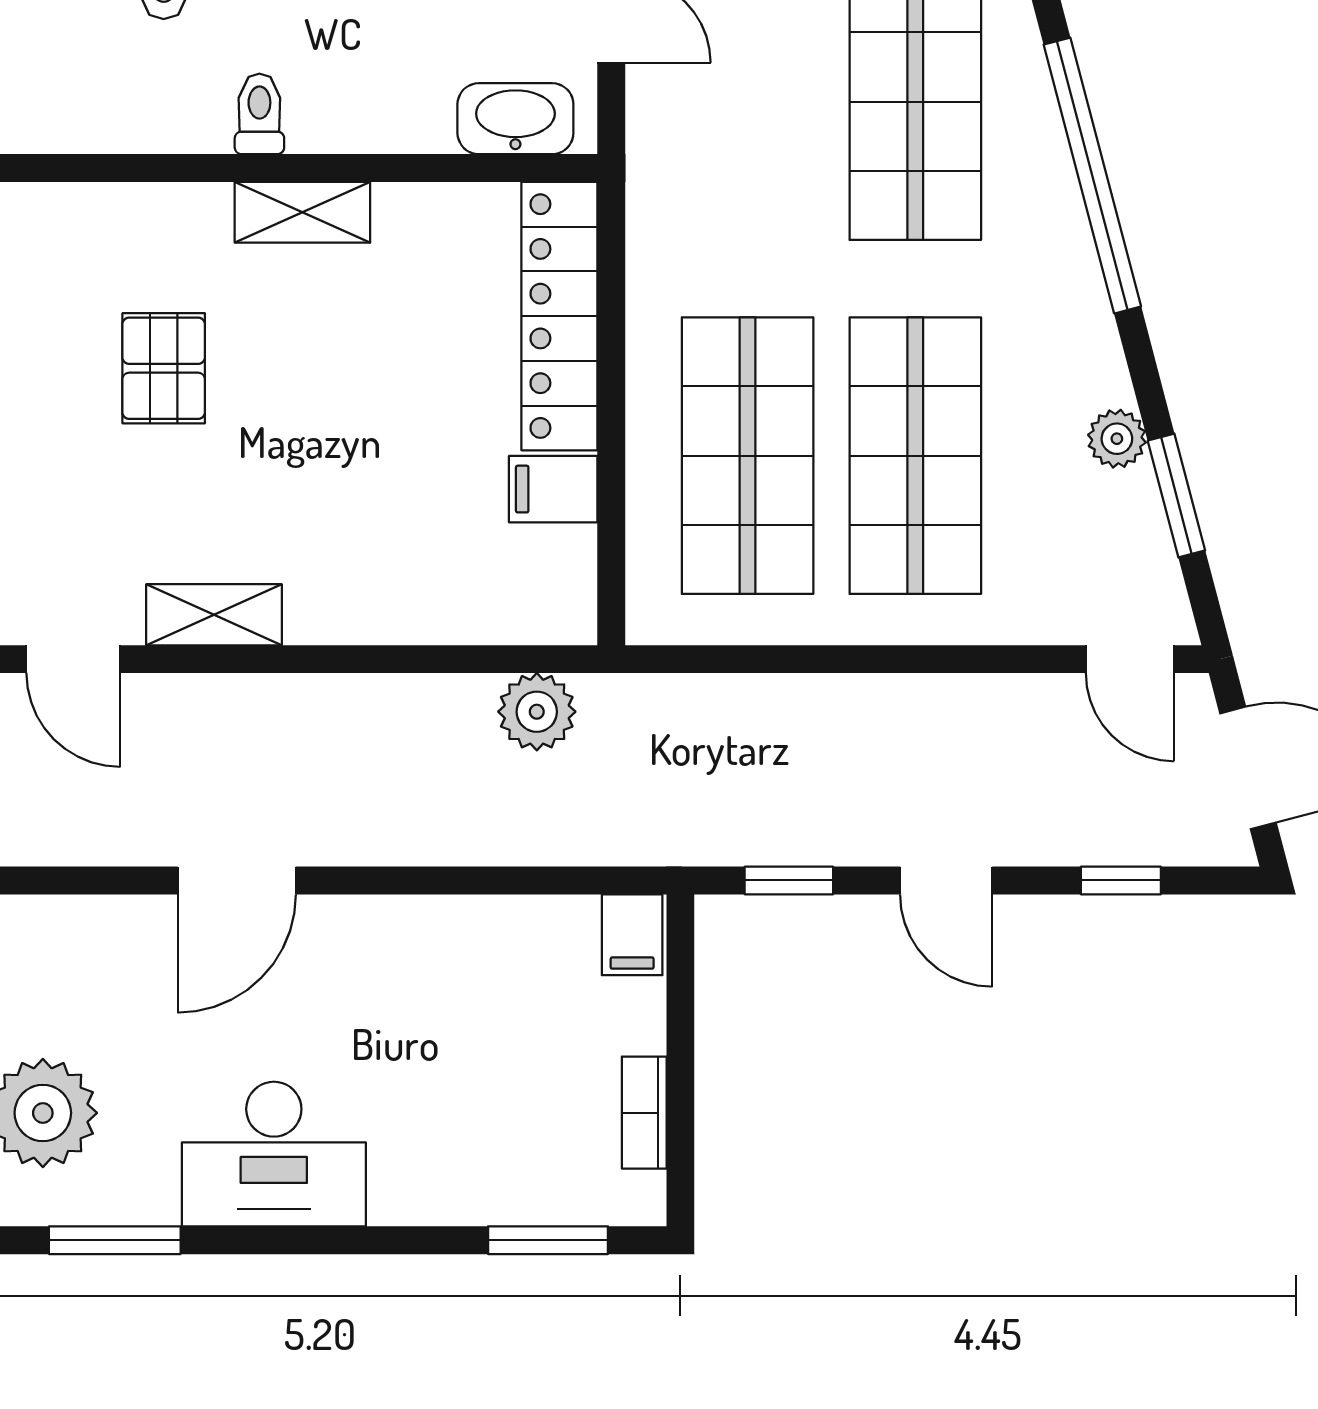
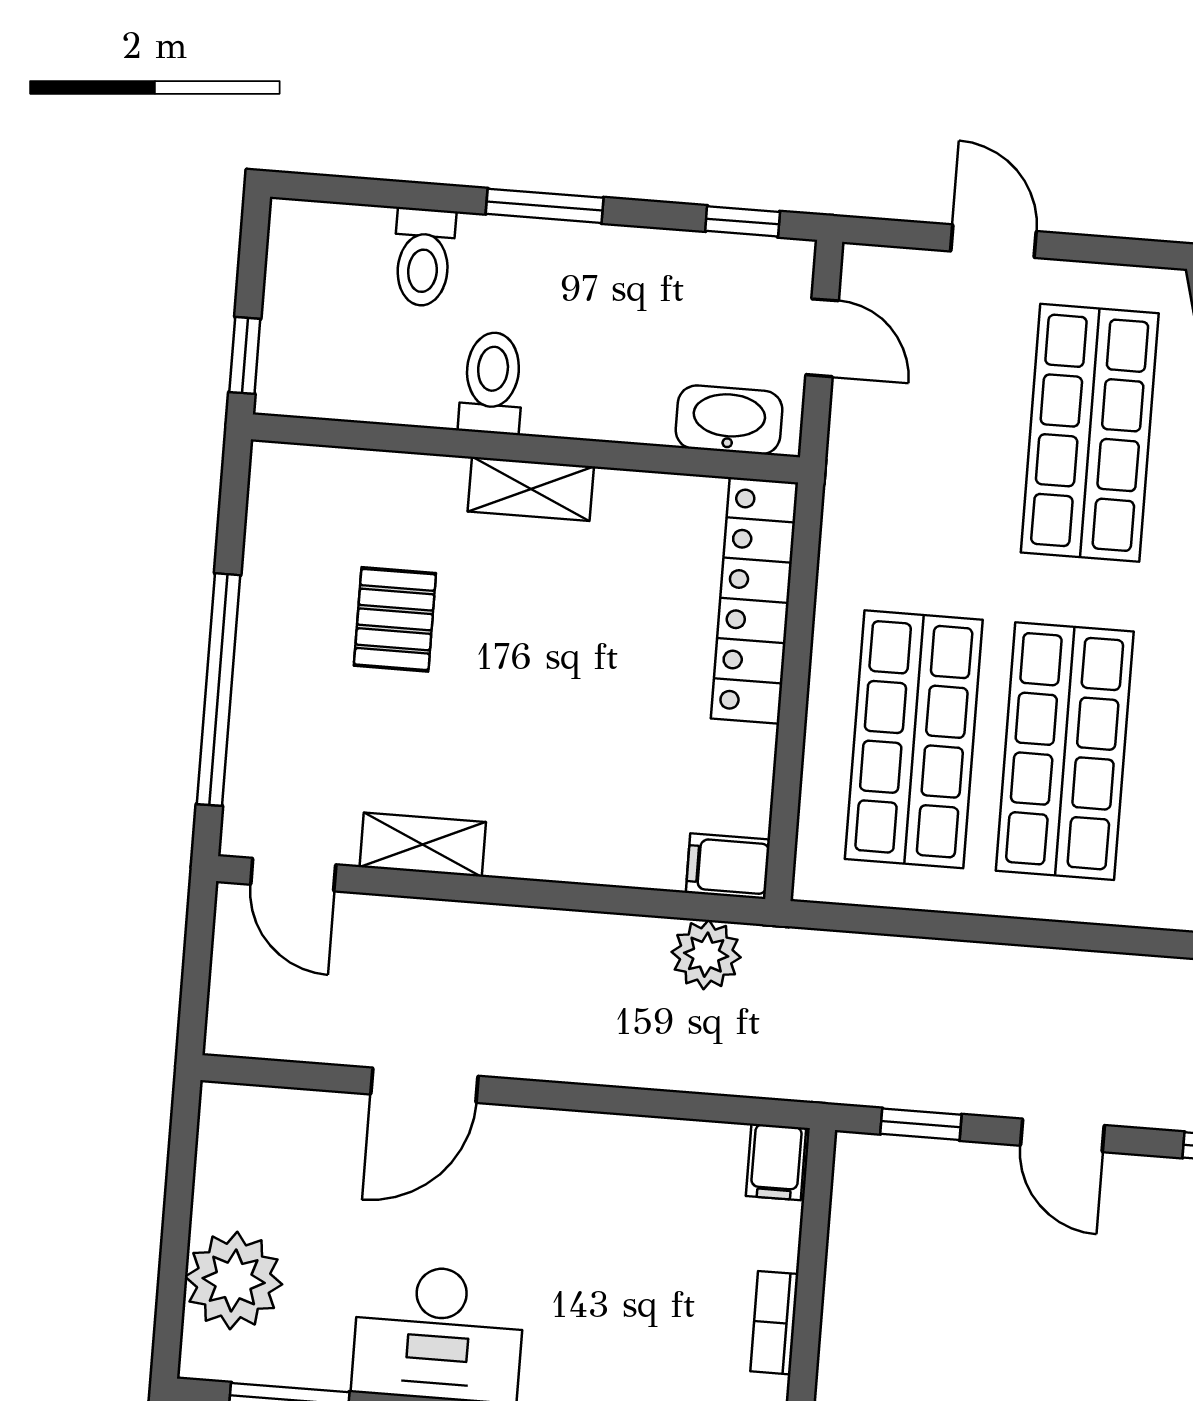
toilet: (259, 114) -> (492, 383), width x1.37, depth x1.39
filing cabinet: (553, 489) -> (728, 866), moved

